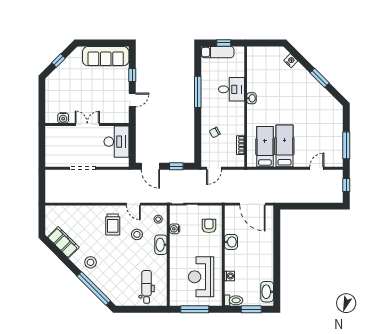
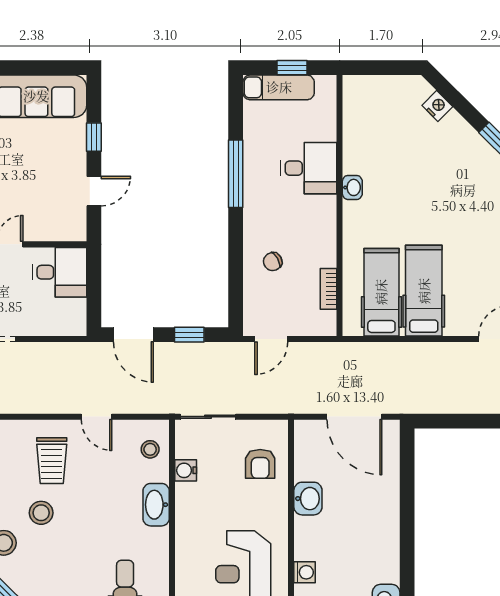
desk: (116, 142) -> (60, 272), width x0.73
armchair: (209, 226) -> (260, 464), turned 180
stool: (137, 234) -> (41, 513), moved

